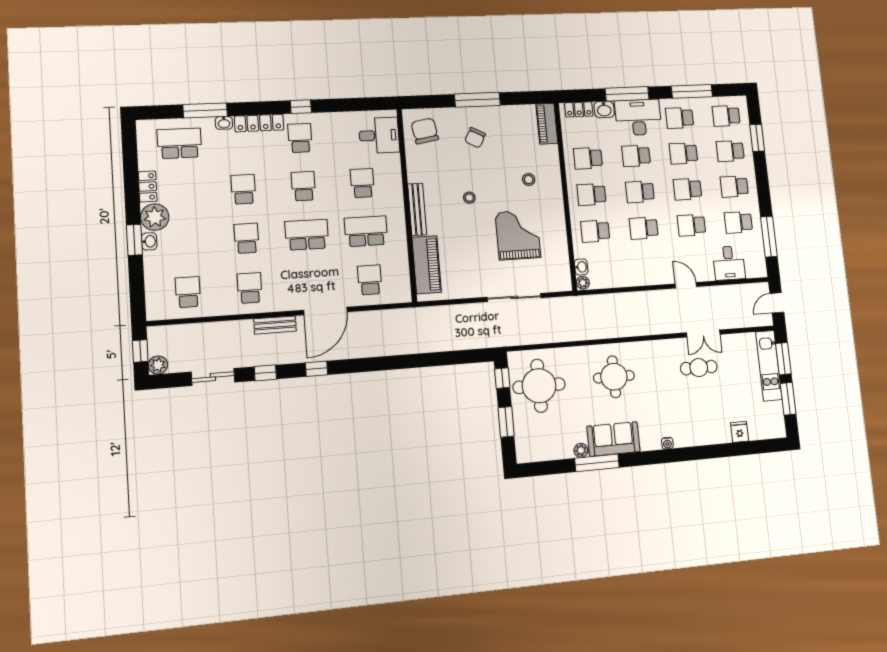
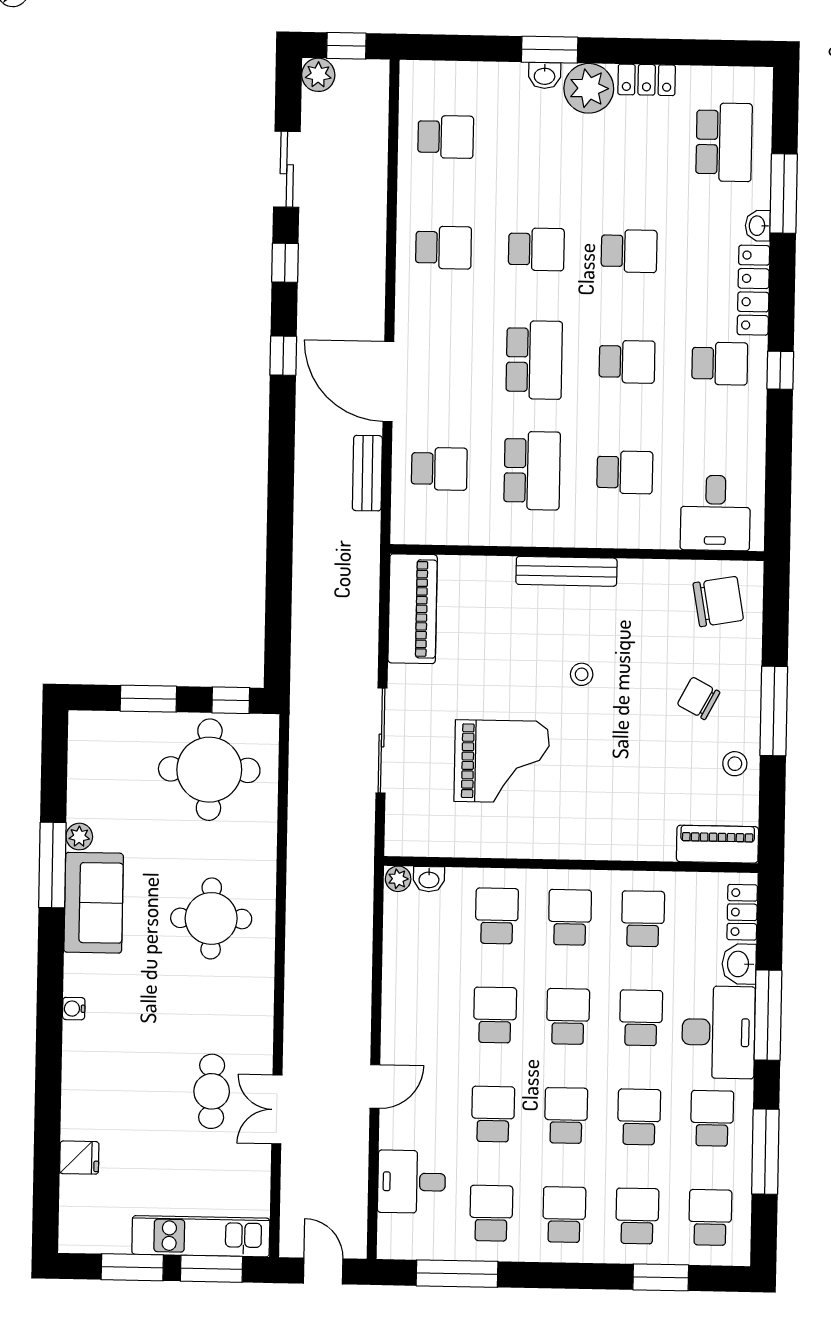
stool: (529, 180) -> (735, 764), moved
piano: (427, 265) -> (413, 609), moved, turned -90
bench: (275, 325) -> (367, 473), moved

